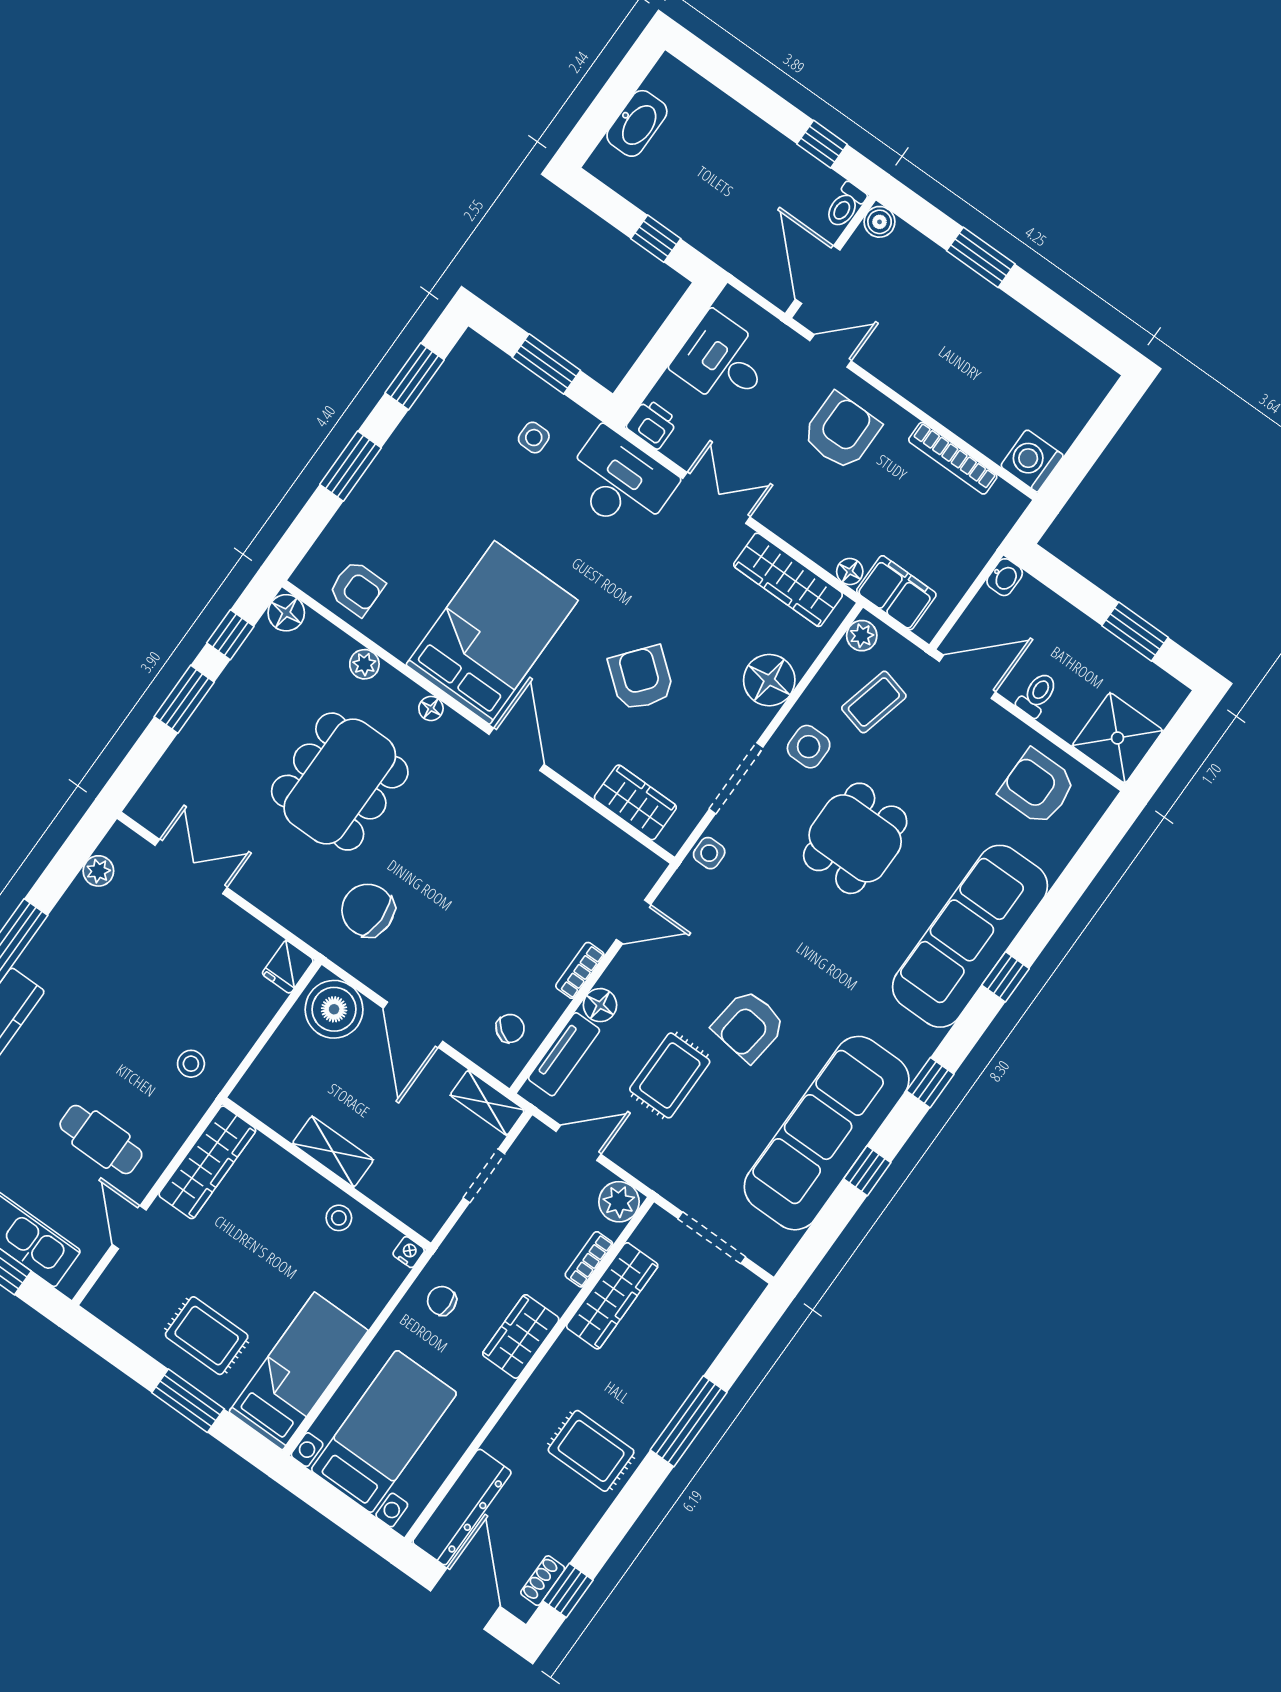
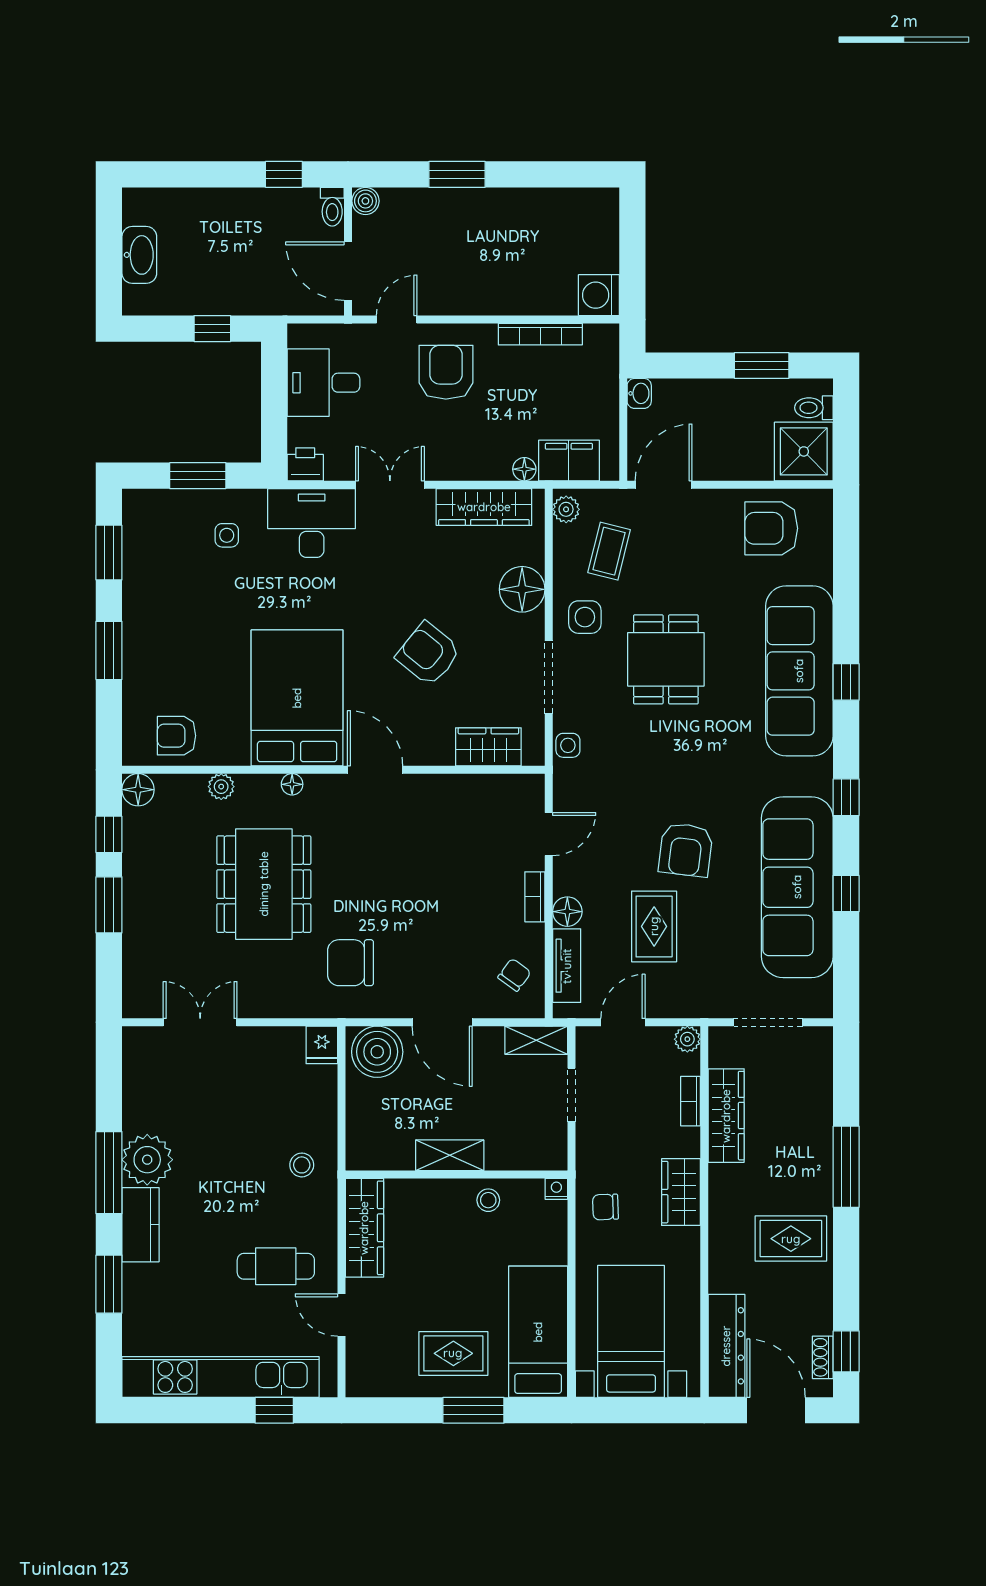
armchair: (357, 588) -> (176, 736), turned 180
toilet: (1037, 695) -> (814, 408), moved, turned -90
plant: (98, 871) -> (147, 1160), moved, width x1.87, depth x1.87
plant: (619, 1202) -> (687, 1039), width x0.73, depth x0.73

